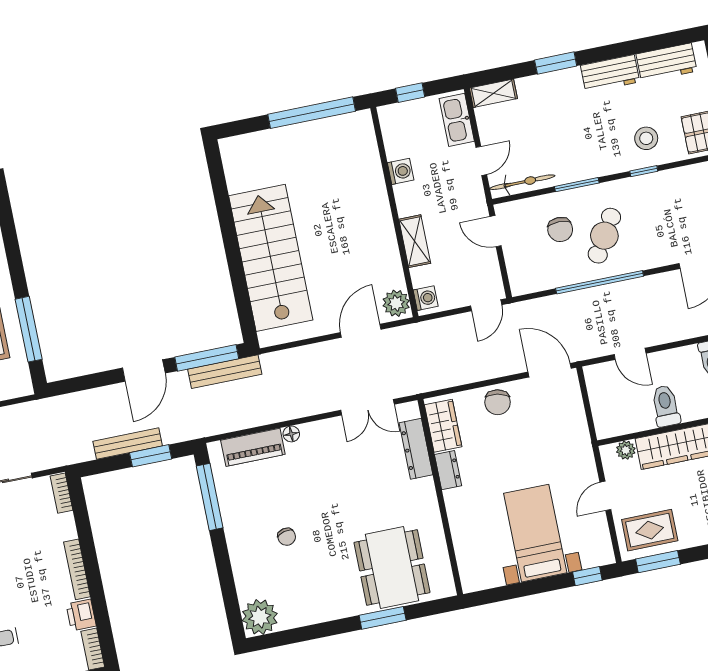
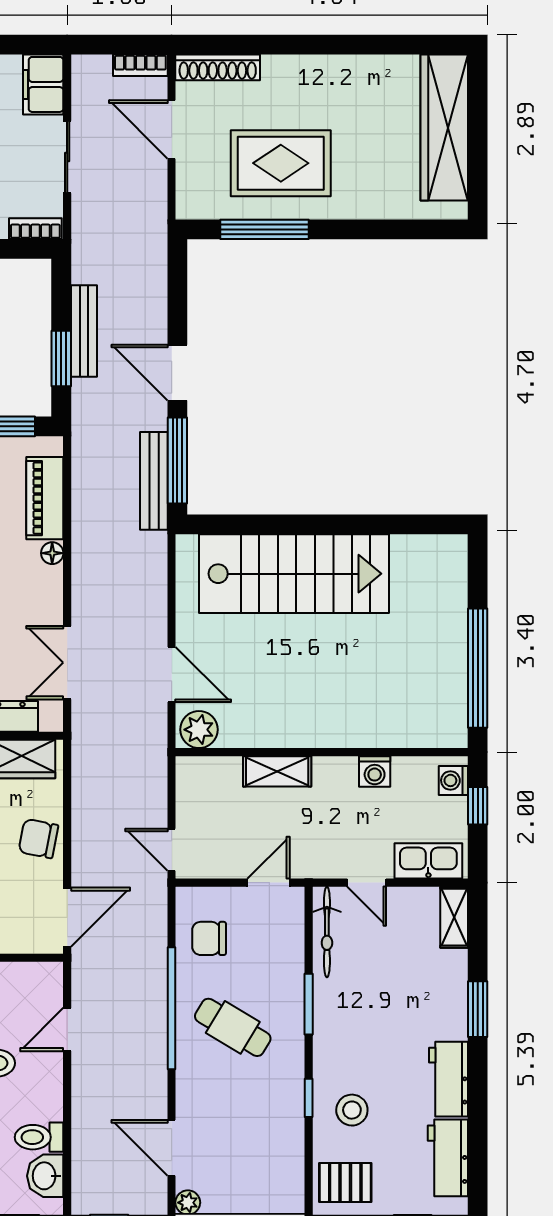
chair: (560, 229) -> (209, 938), moved
washing machine: (426, 298) -> (453, 780), moved, turned 90

